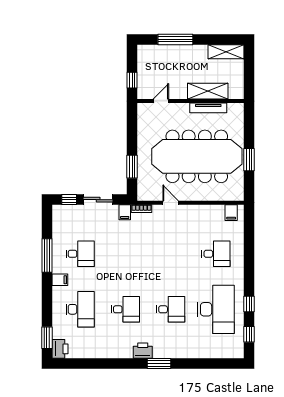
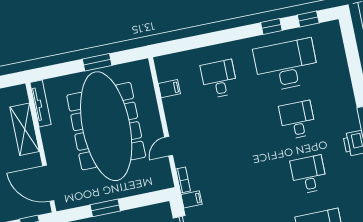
door: (161, 101) -> (48, 183), width x1.87
tv unit: (208, 108) -> (41, 104), moved
window: (132, 167) -> (105, 208), moved
filing cabinet: (231, 213) -> (169, 89), moved

